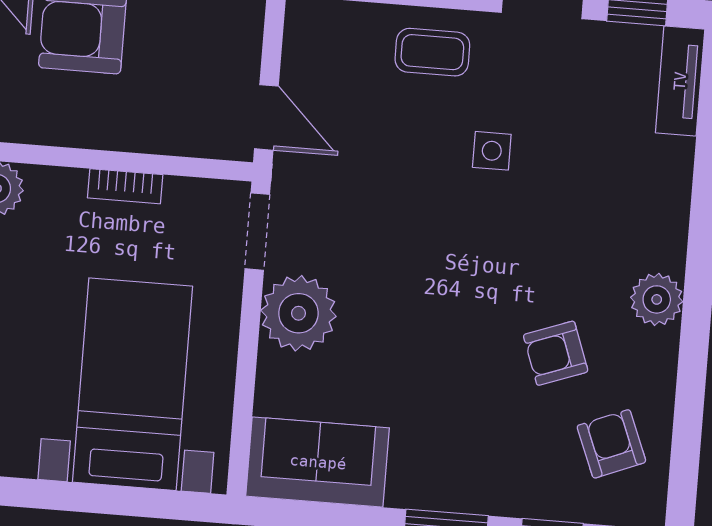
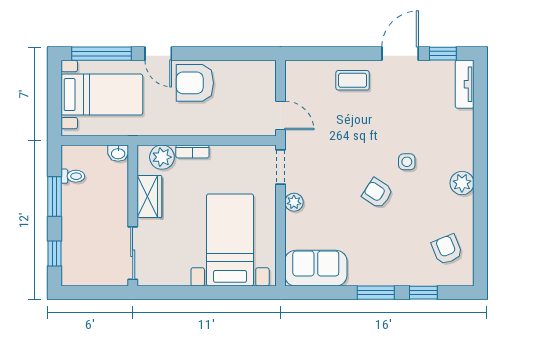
side table: (492, 151) -> (407, 162), moved
bookcase: (125, 186) -> (192, 151), moved
plant: (298, 313) -> (294, 202), width x0.53, depth x0.53
armchair: (556, 353) -> (377, 193), moved, turned 53

